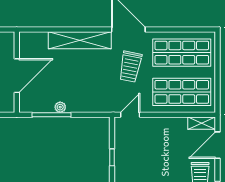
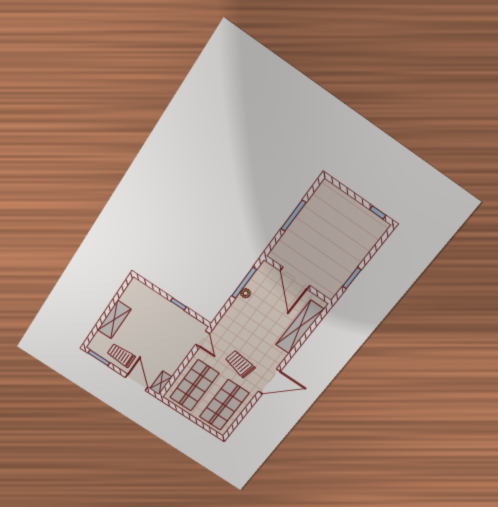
shelving: (80, 40) -> (300, 327), moved

